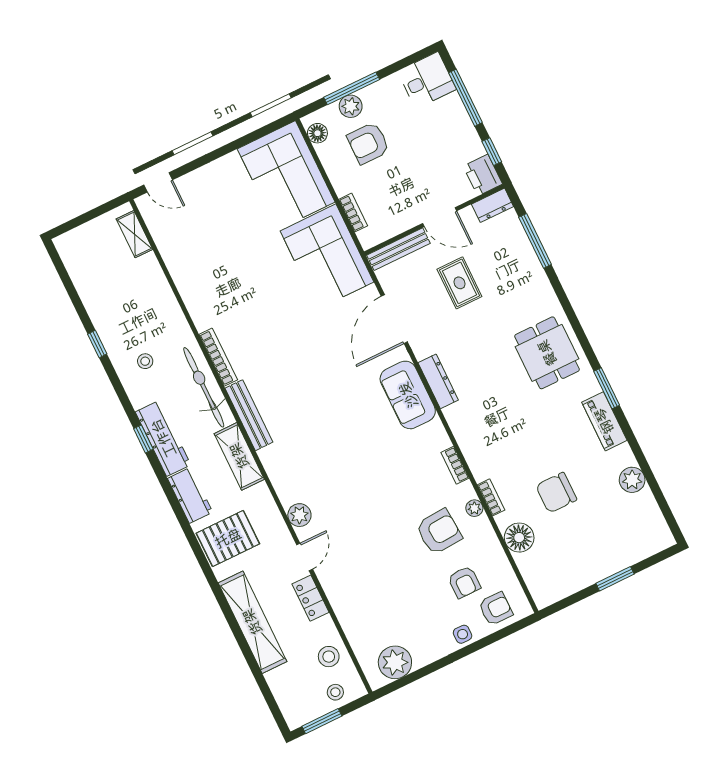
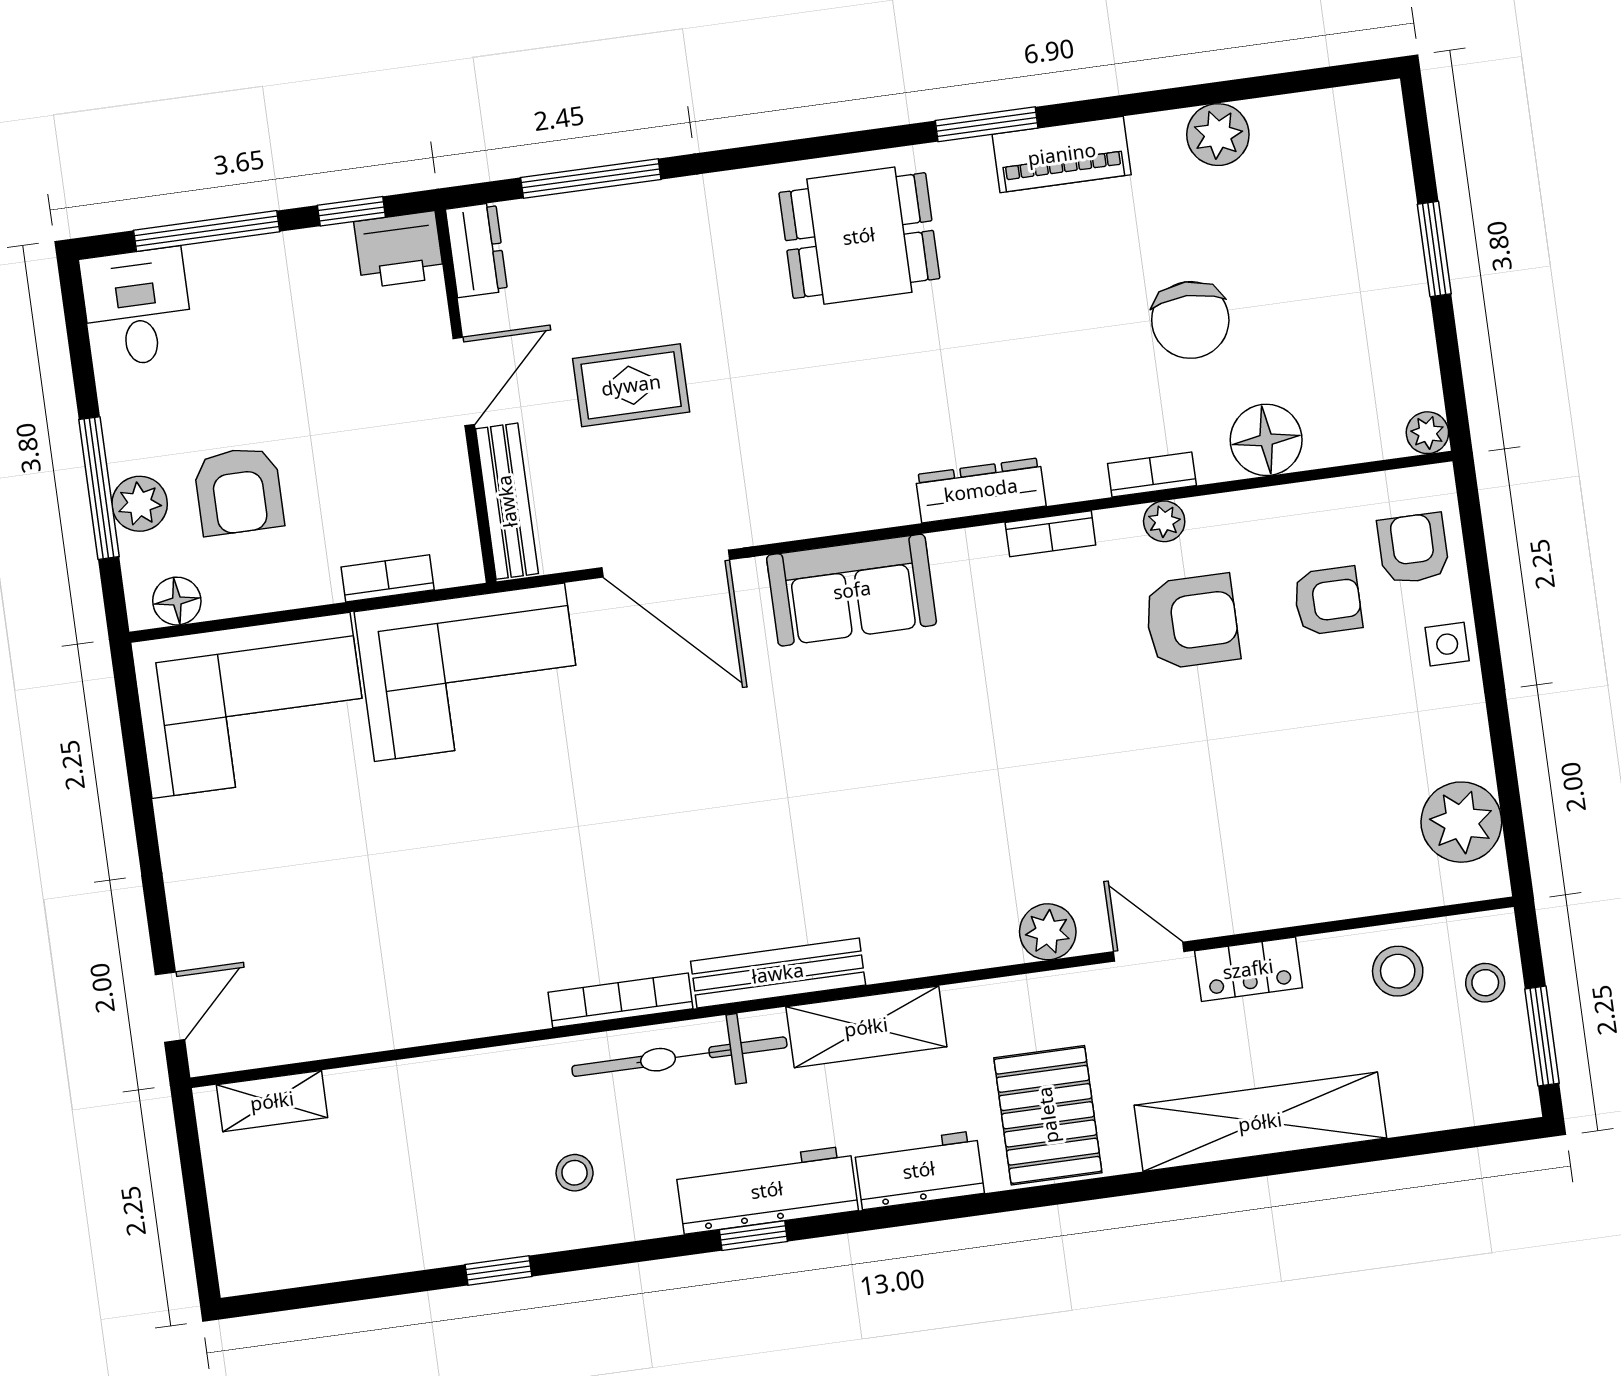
dresser: (438, 381) -> (981, 490), moved
armchair: (439, 532) -> (1192, 622), turned 94
plant: (543, 600) -> (1427, 433), added

